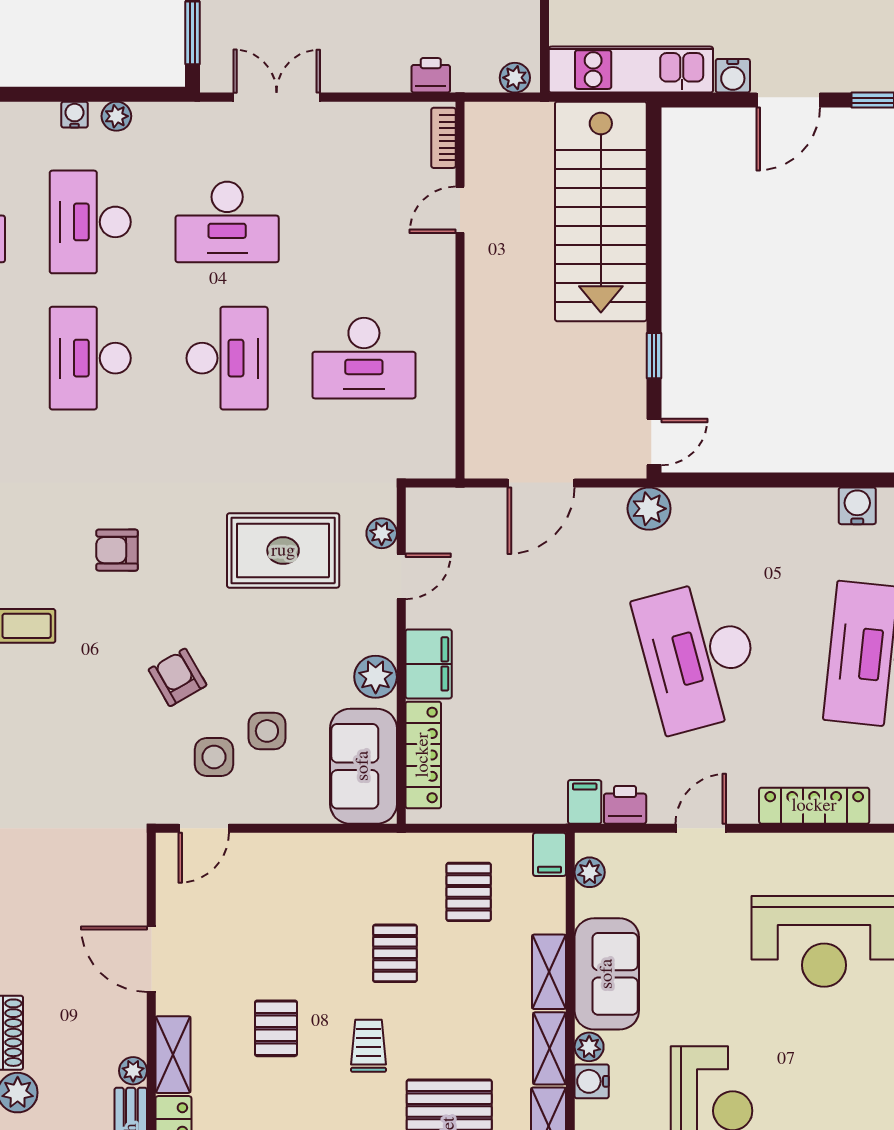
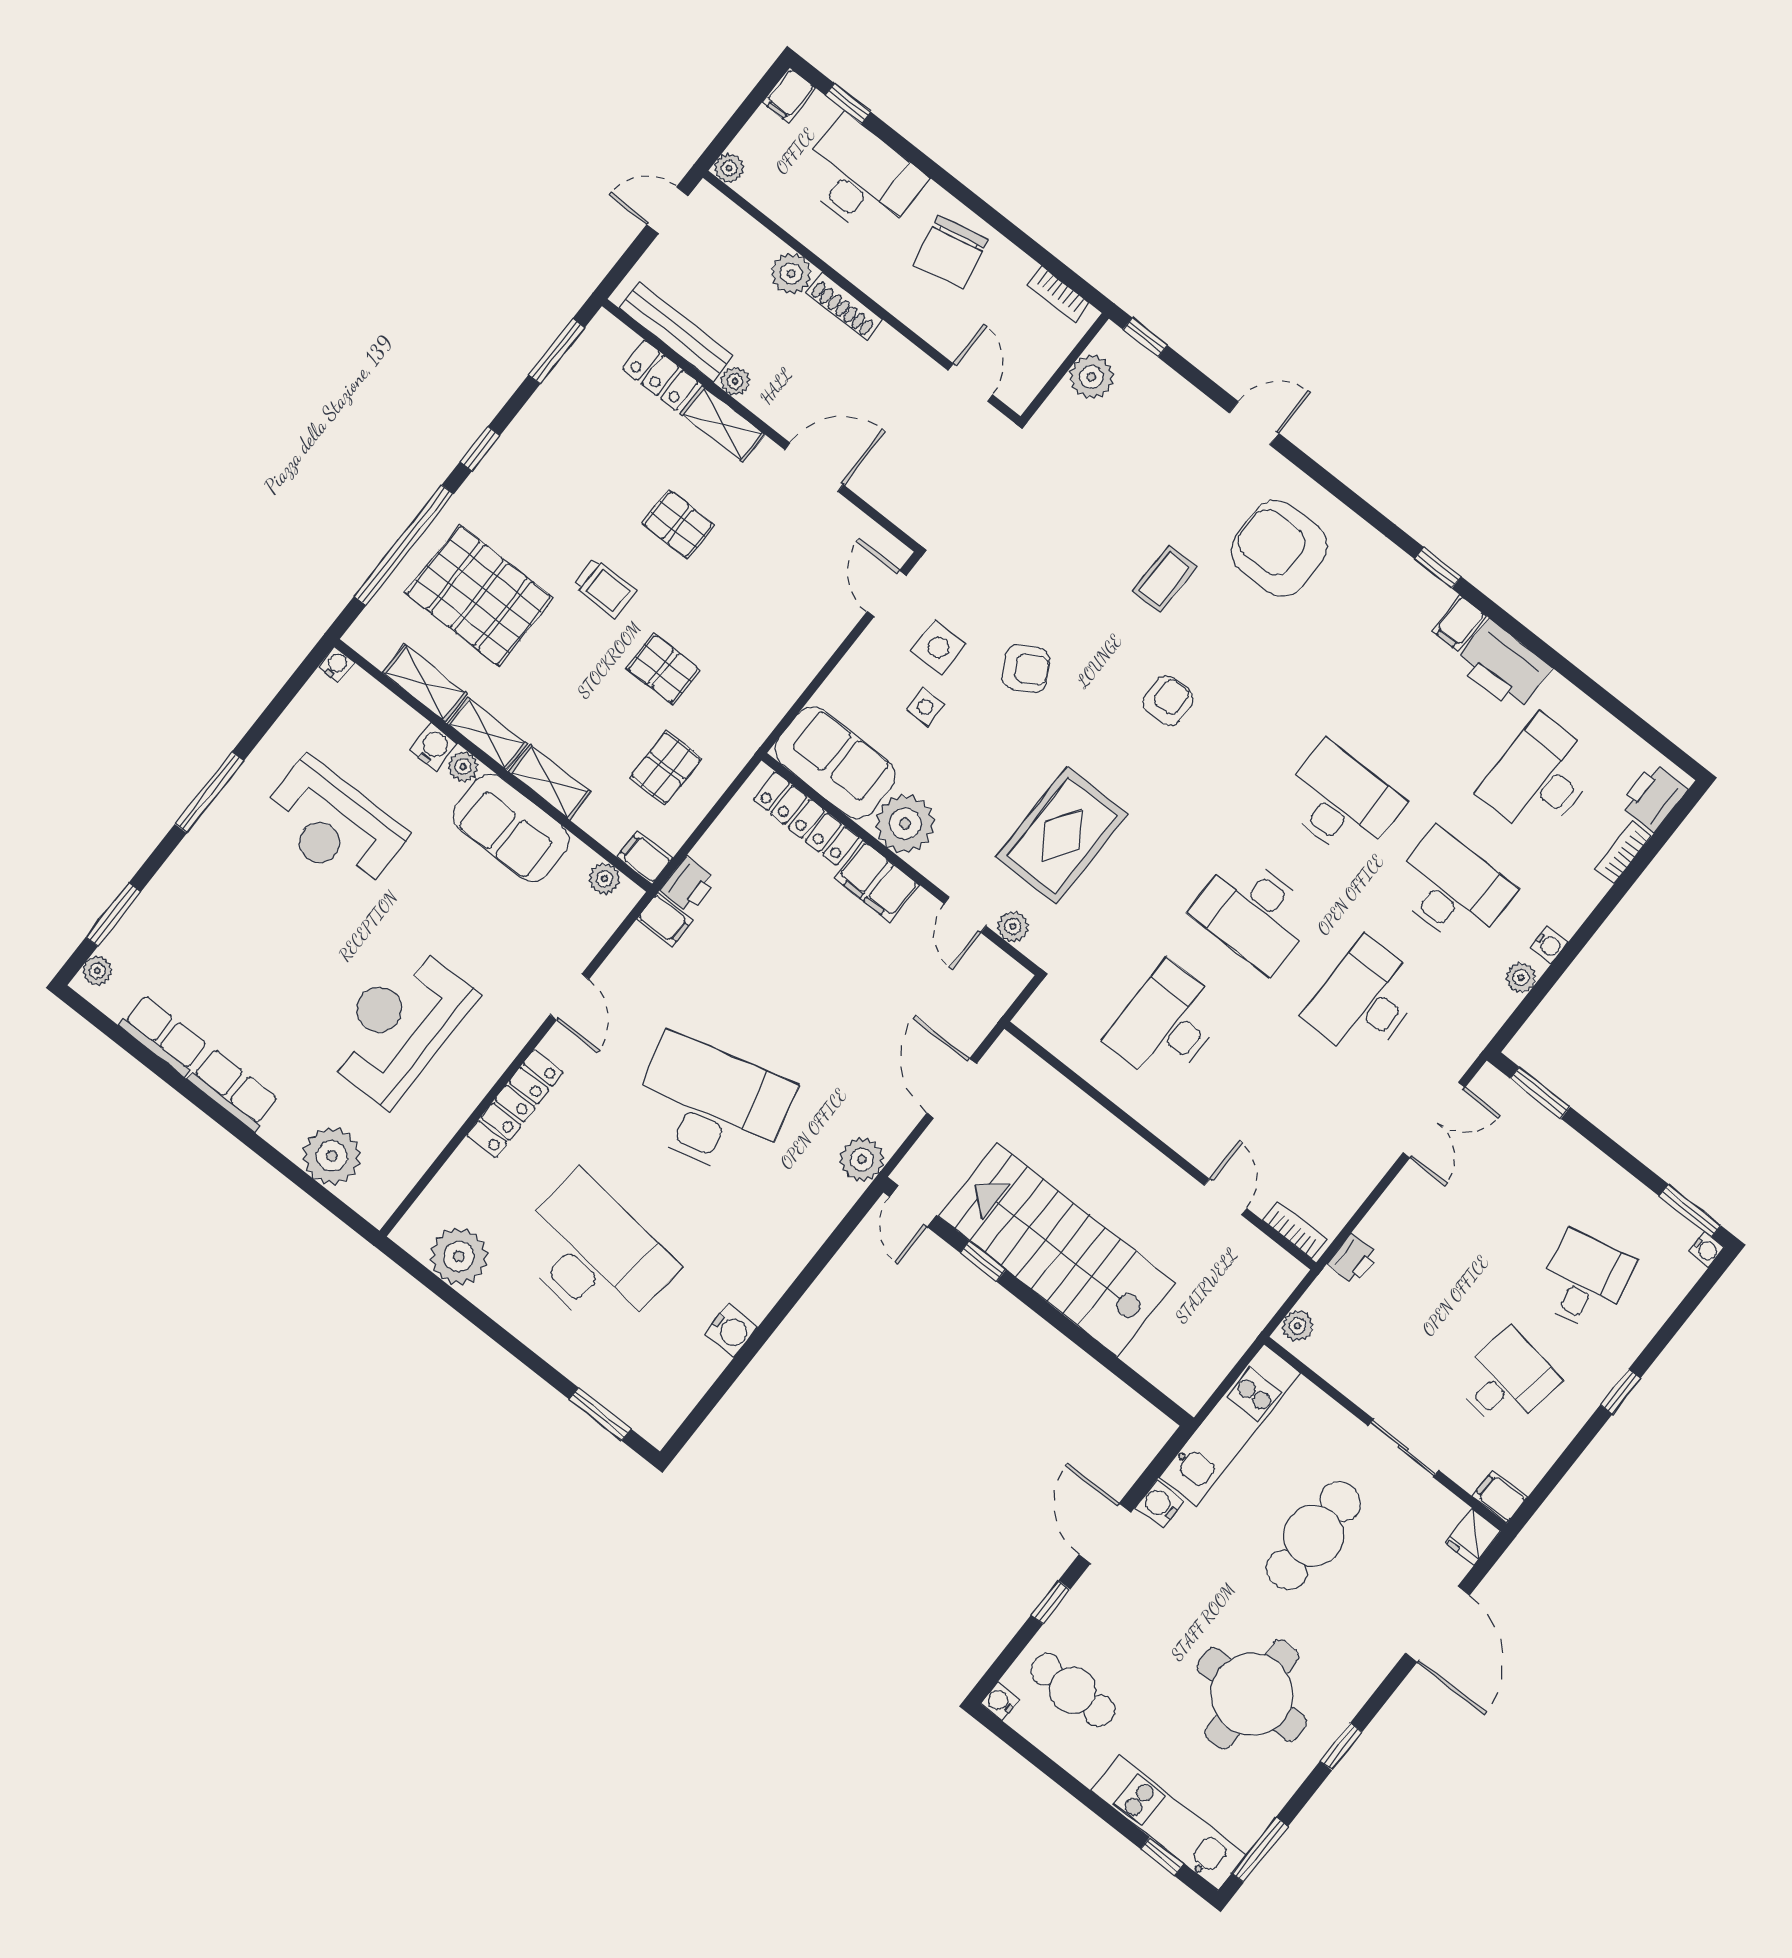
stairs: (601, 211) -> (1057, 1249), moved
plant: (376, 677) -> (905, 824), width x1.36, depth x1.36
side table: (267, 731) -> (925, 707), width x0.73, depth x0.73
printer: (625, 805) -> (688, 885), moved
pallet: (469, 892) -> (666, 768), turned 90

